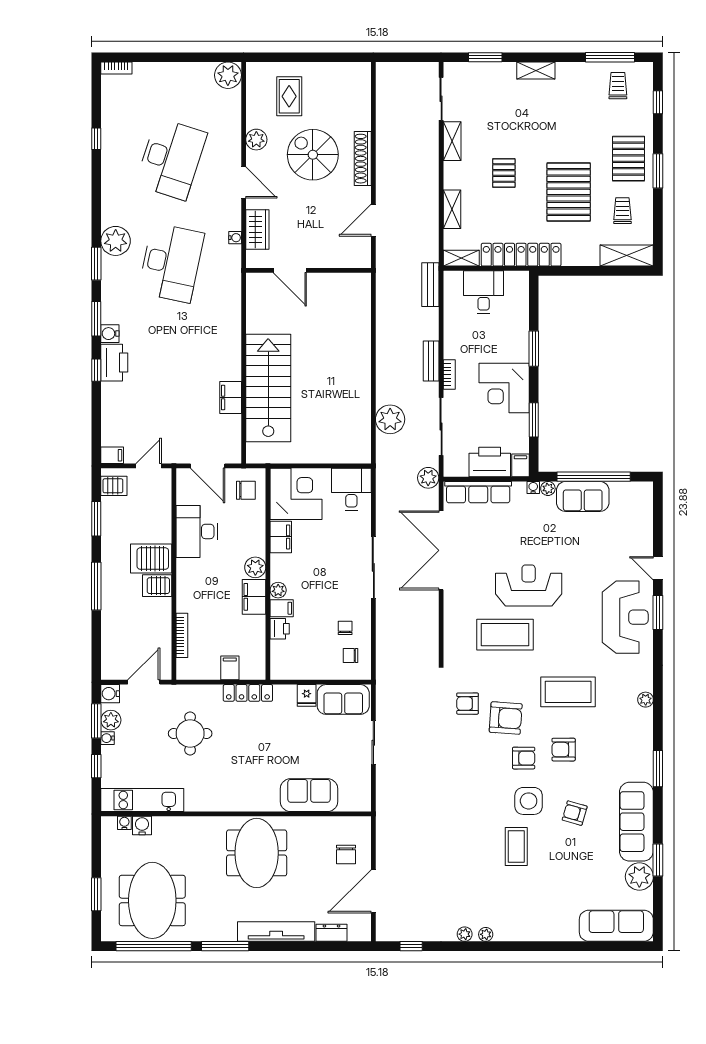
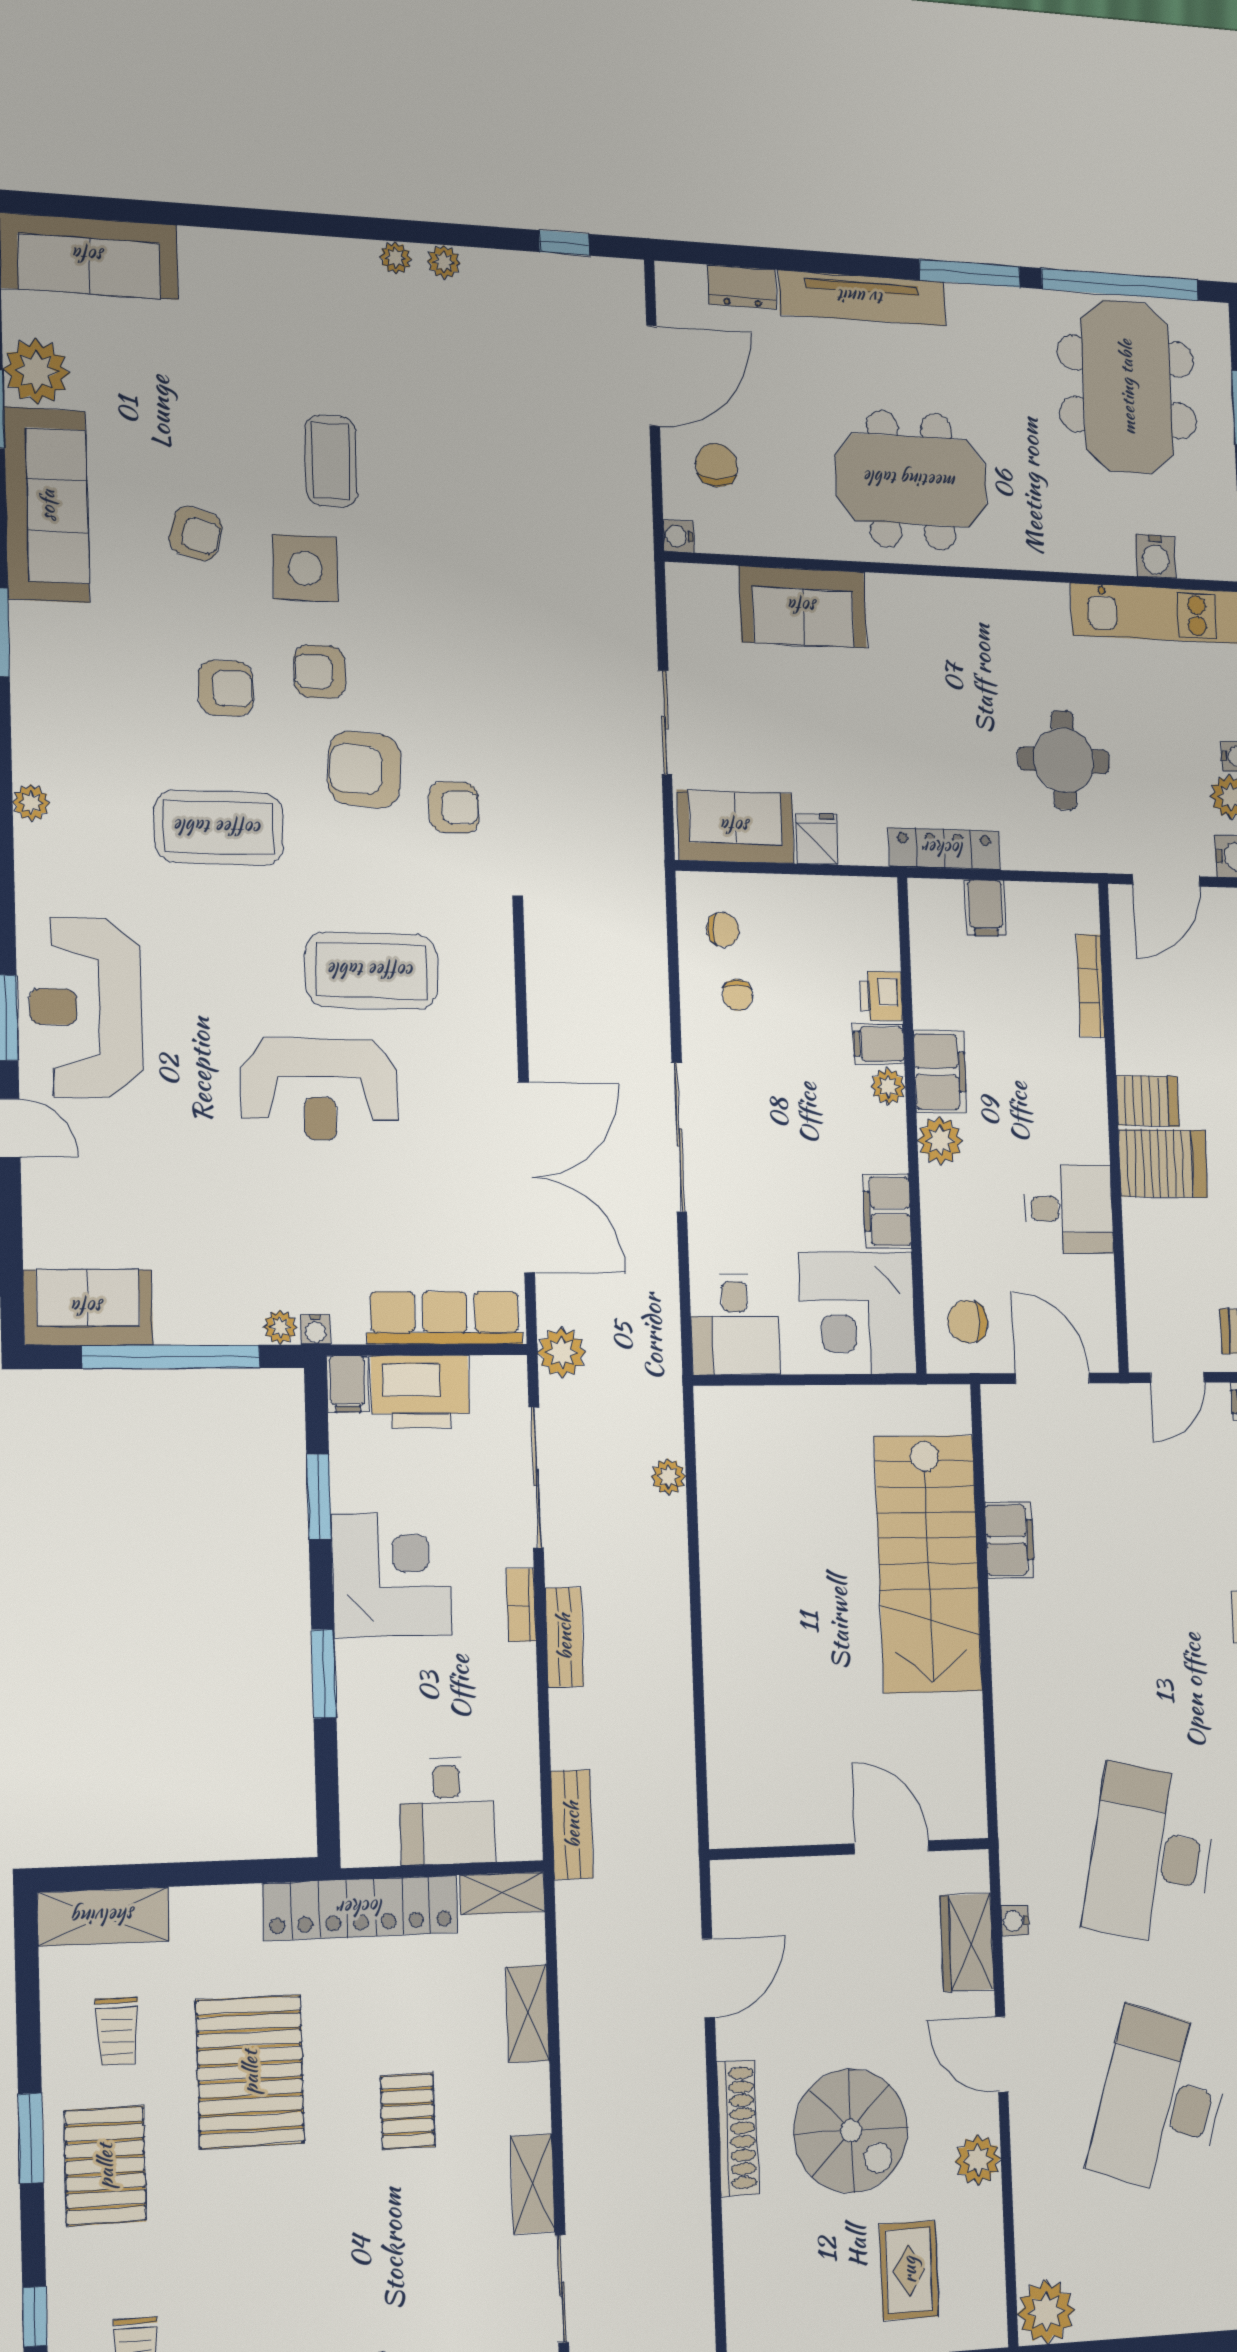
plant: (390, 419) -> (668, 1477), width x0.53, depth x0.53
sofa: (583, 496) -> (88, 1308), moved
desk: (197, 531) -> (1069, 1209), width x0.73
water cooler: (124, 823) -> (679, 536), moved, turned 90
meeting table: (257, 853) -> (911, 480), turned 90

